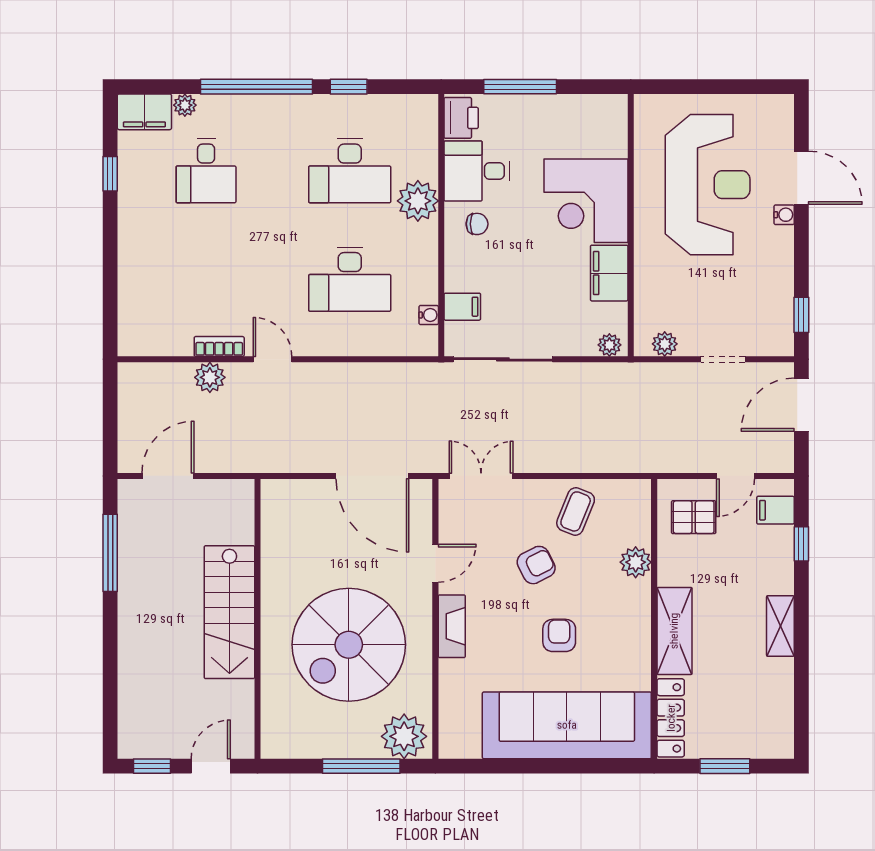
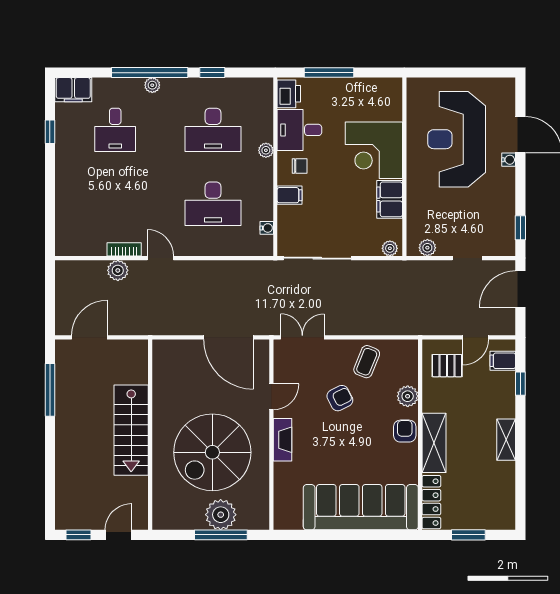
plant: (185, 105) -> (152, 85), moved
reception desk: (708, 185) -> (457, 139), turned 180
plant: (418, 201) -> (266, 150), width x0.53, depth x0.53
filing cabinet: (462, 307) -> (290, 195), moved
armchair: (559, 635) -> (405, 431), moved
plant: (404, 736) -> (221, 515), moved

